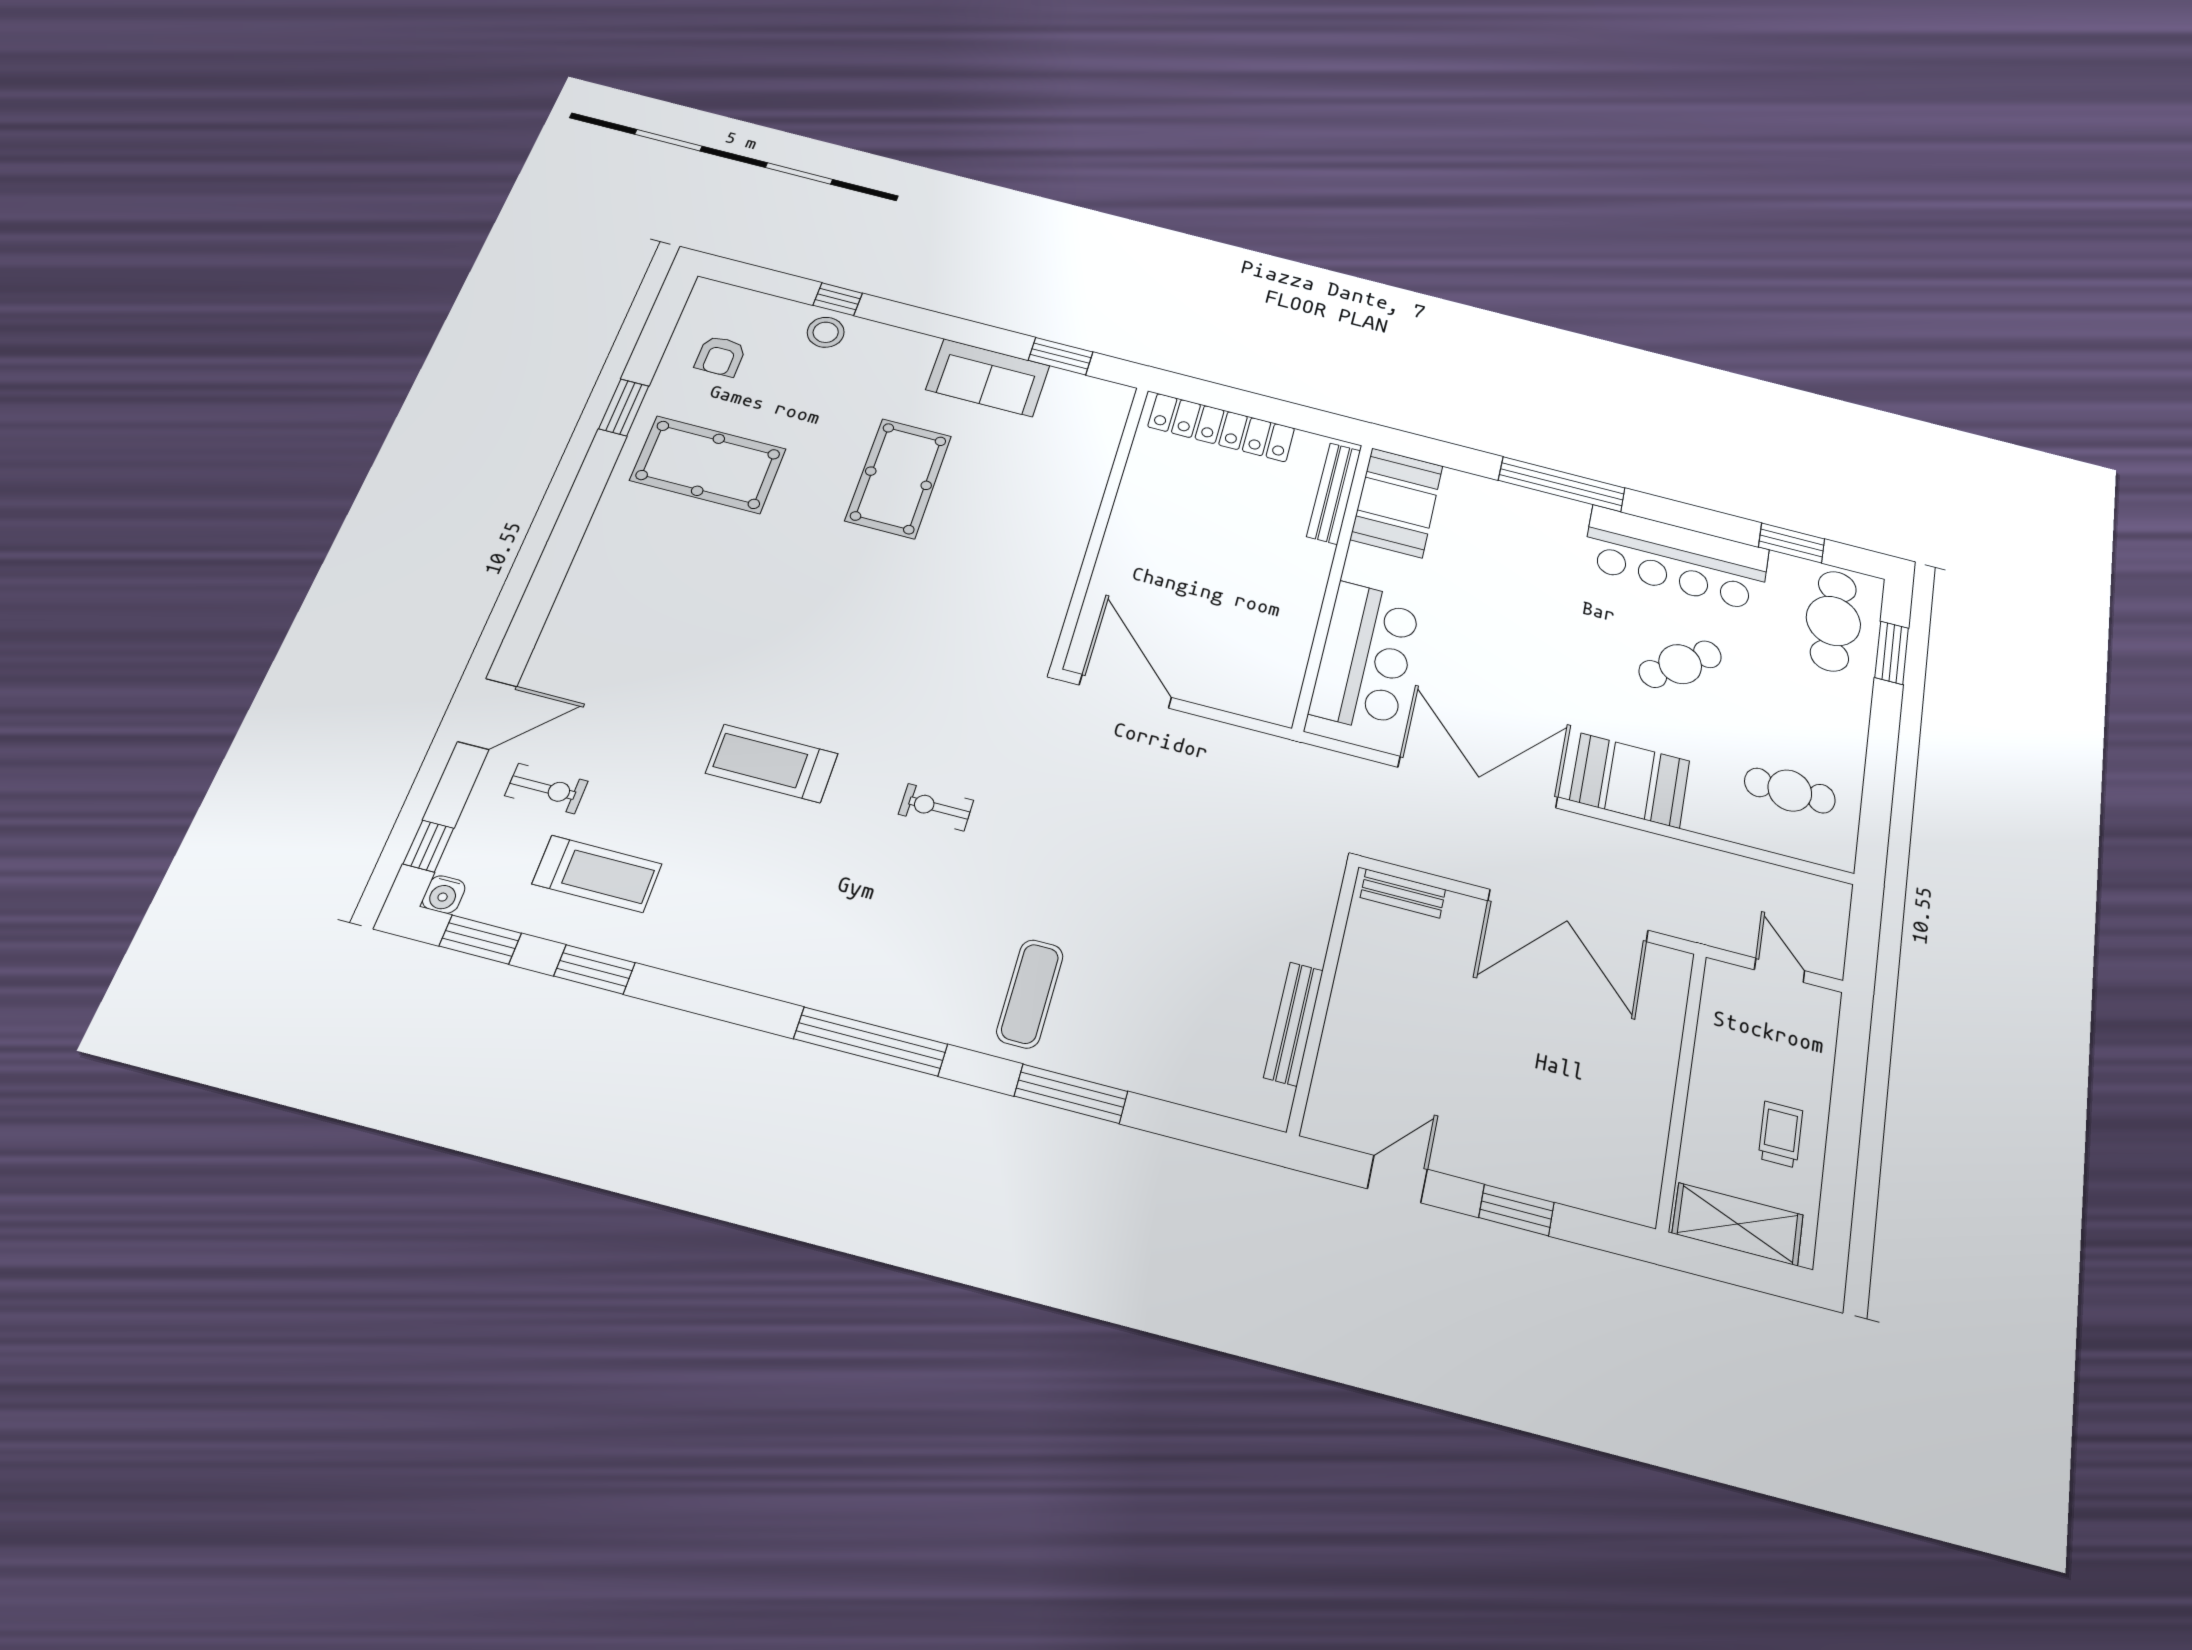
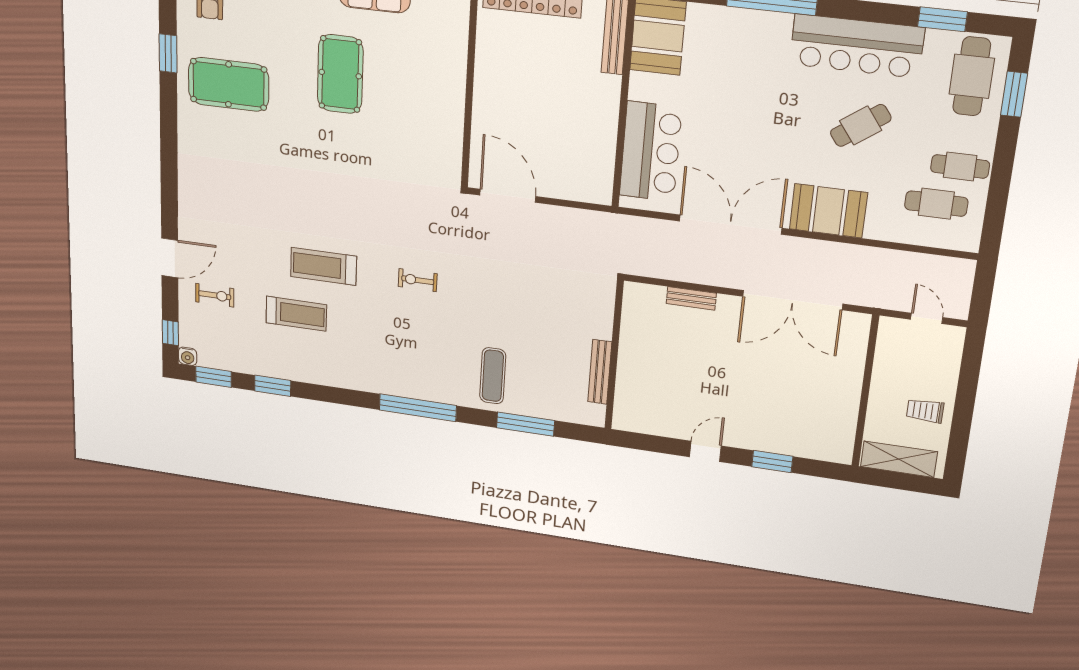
cafe table: (1822, 741) -> (960, 166), added
treadmill: (597, 874) -> (296, 314), moved
wall: (1324, 996) -> (614, 355), moved
bench: (1294, 1024) -> (600, 372), moved
trolley: (1780, 1134) -> (925, 411), turned -90

